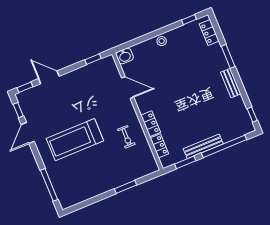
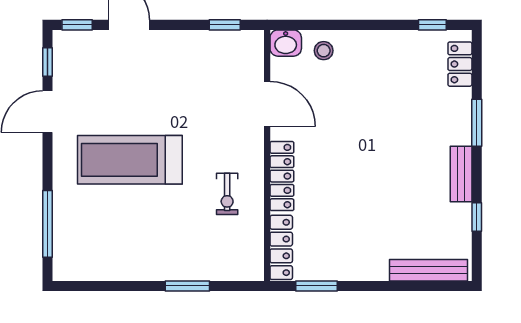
stool: (162, 41) -> (324, 51), moved
window: (252, 115) -> (477, 217), moved
locker: (151, 124) -> (282, 176), width x1.53
locker: (159, 146) -> (281, 247), width x1.53
bench: (203, 146) -> (428, 270), moved
window: (224, 146) -> (400, 286), removed

